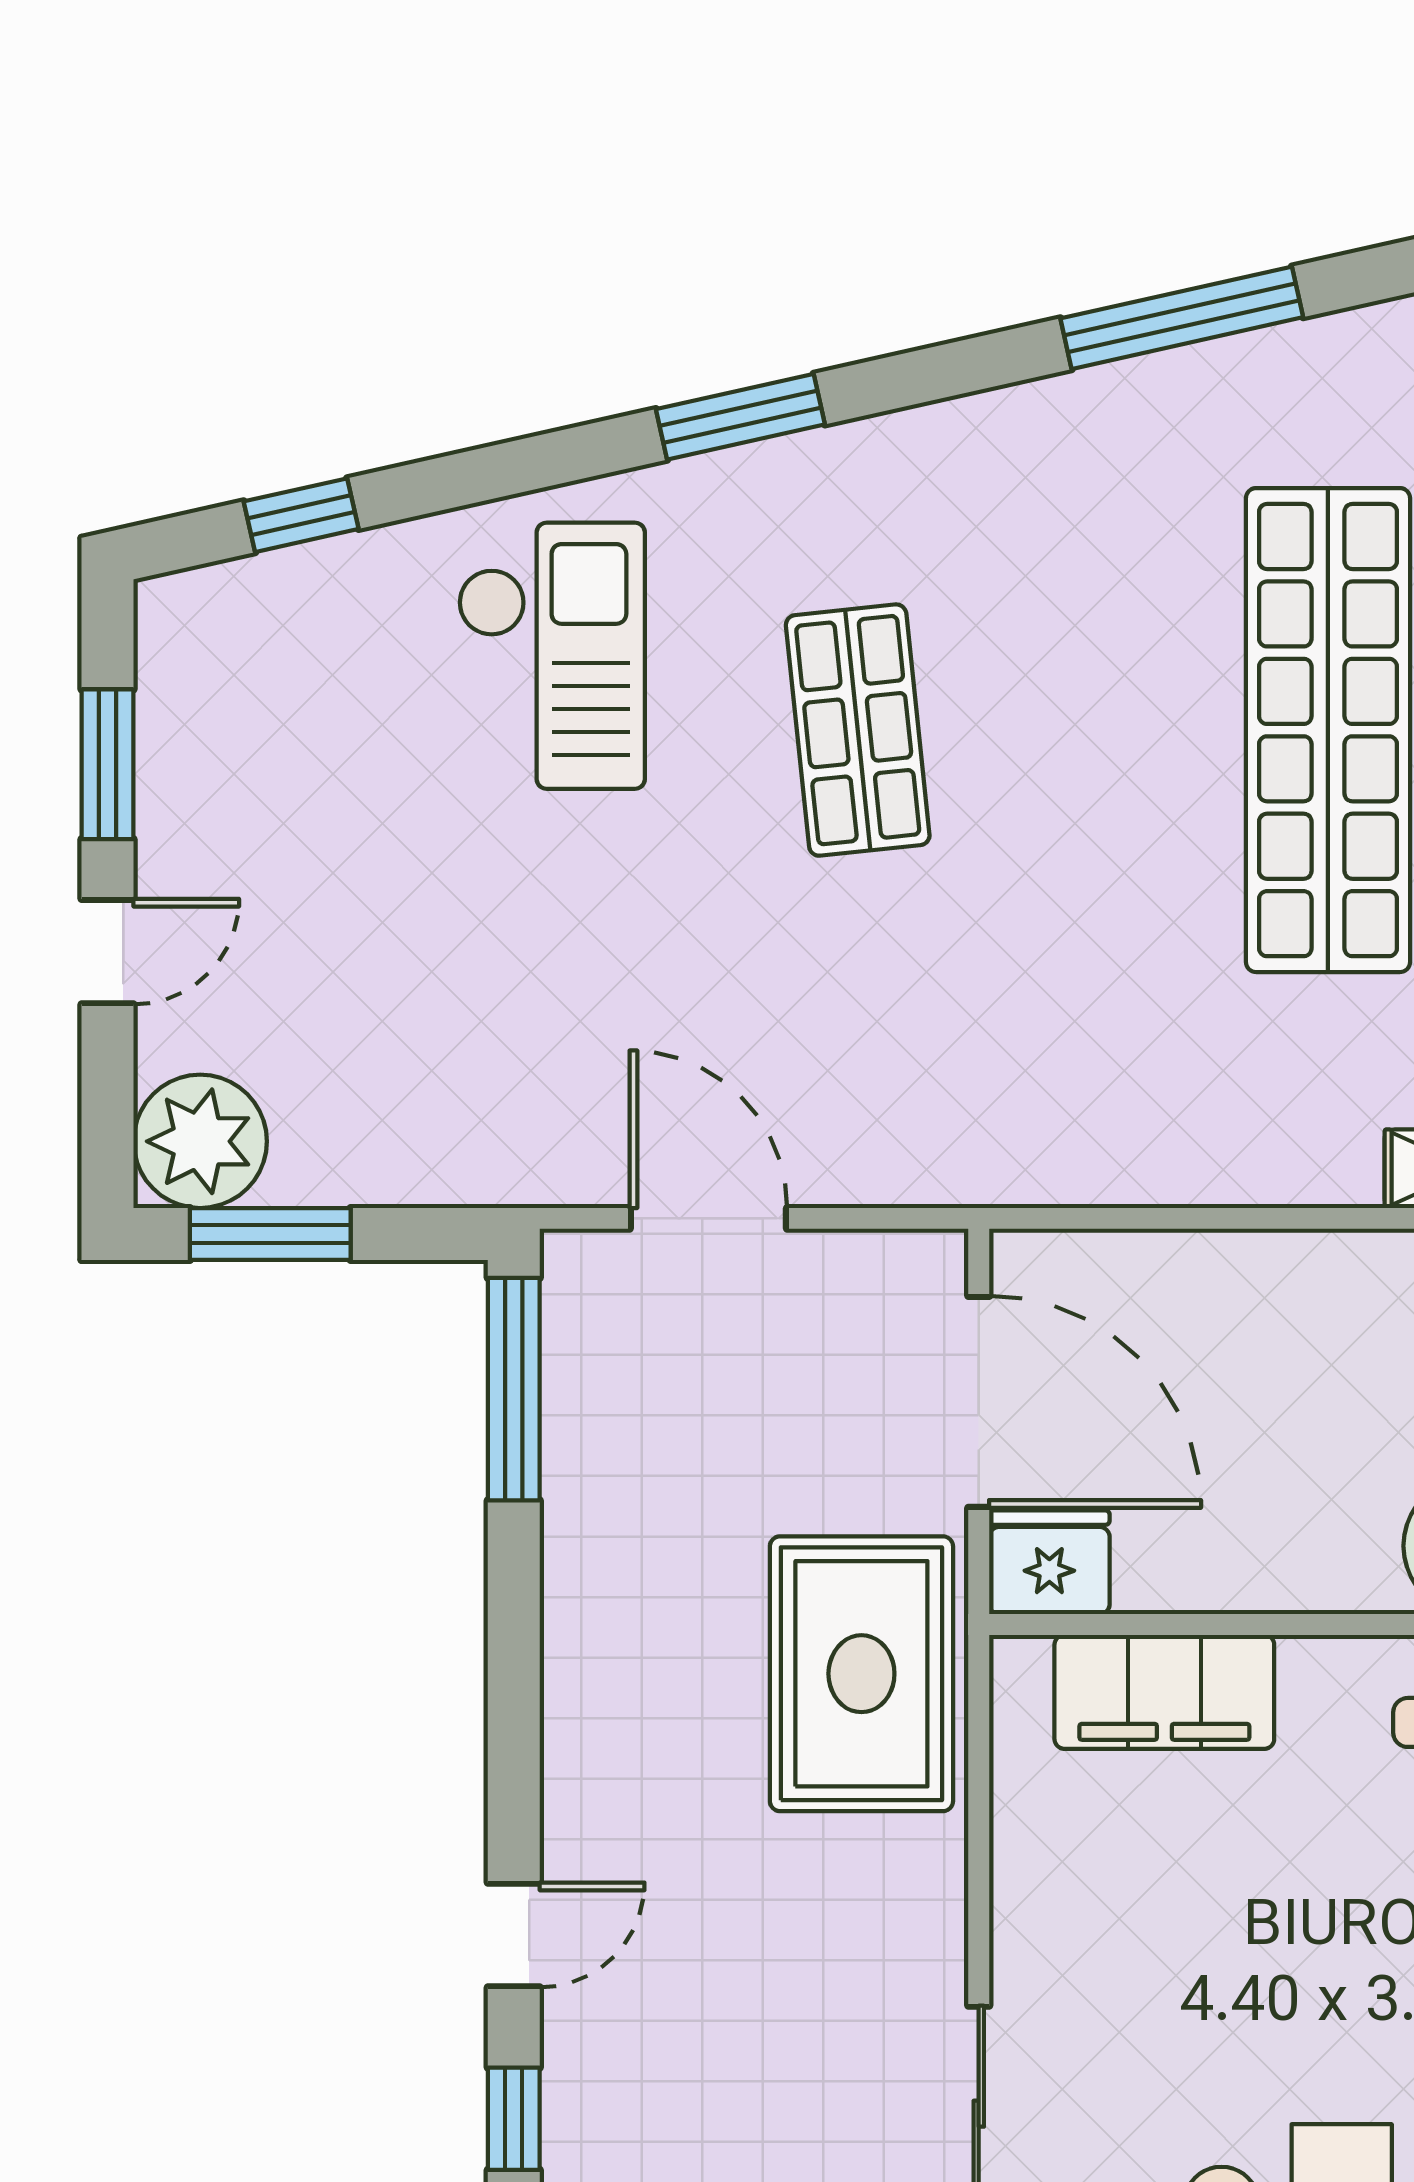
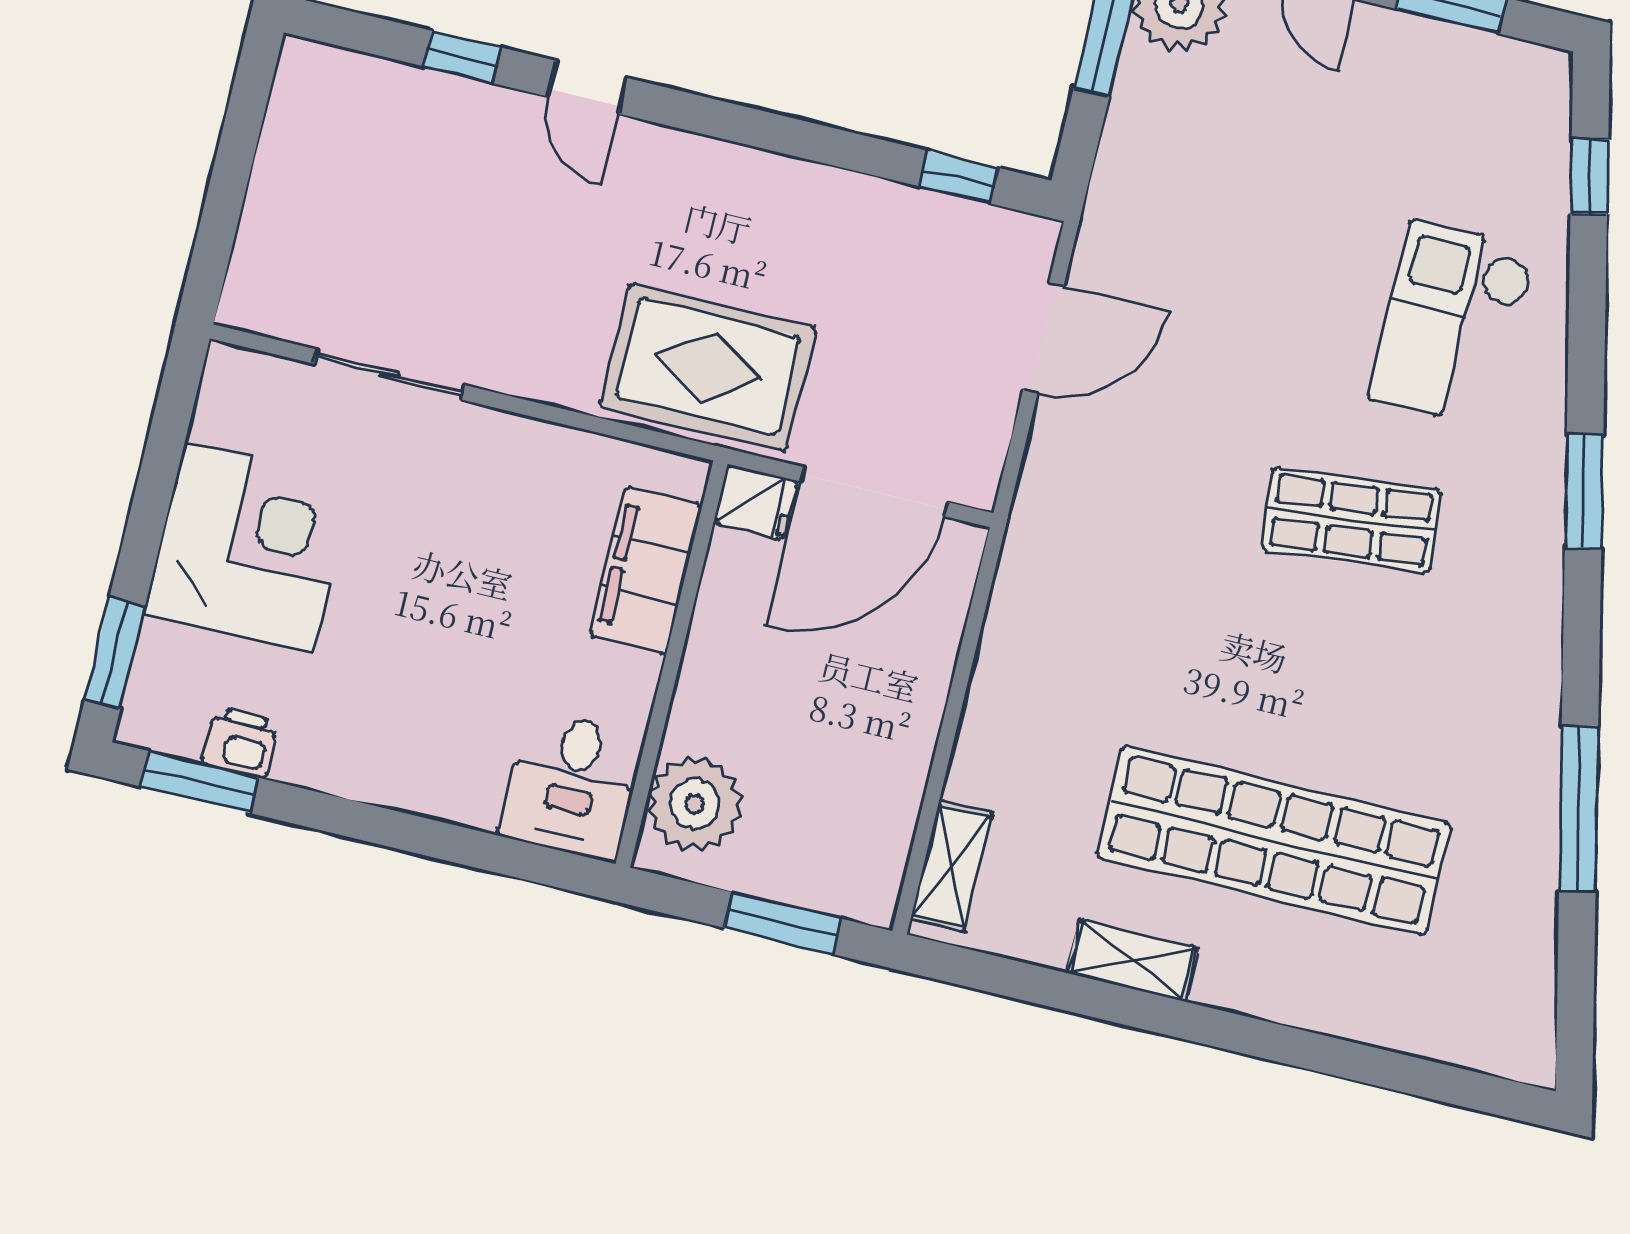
checkout: (552, 656) -> (1452, 324), turned 90
window: (514, 1389) -> (959, 177), width x0.46
fridge: (1049, 1562) -> (756, 502), width x0.72

